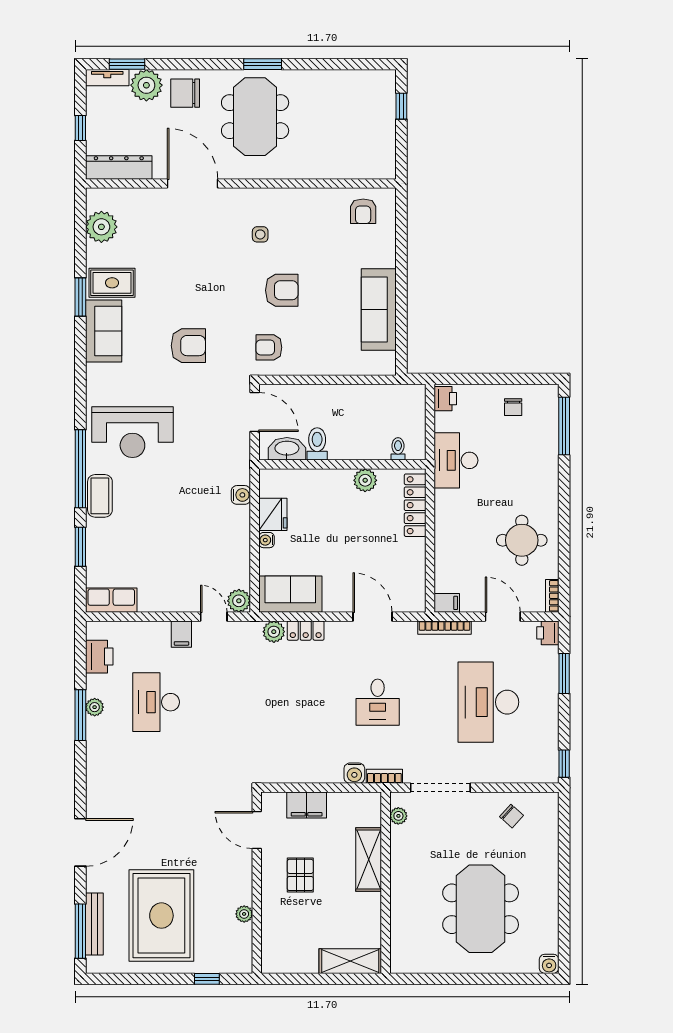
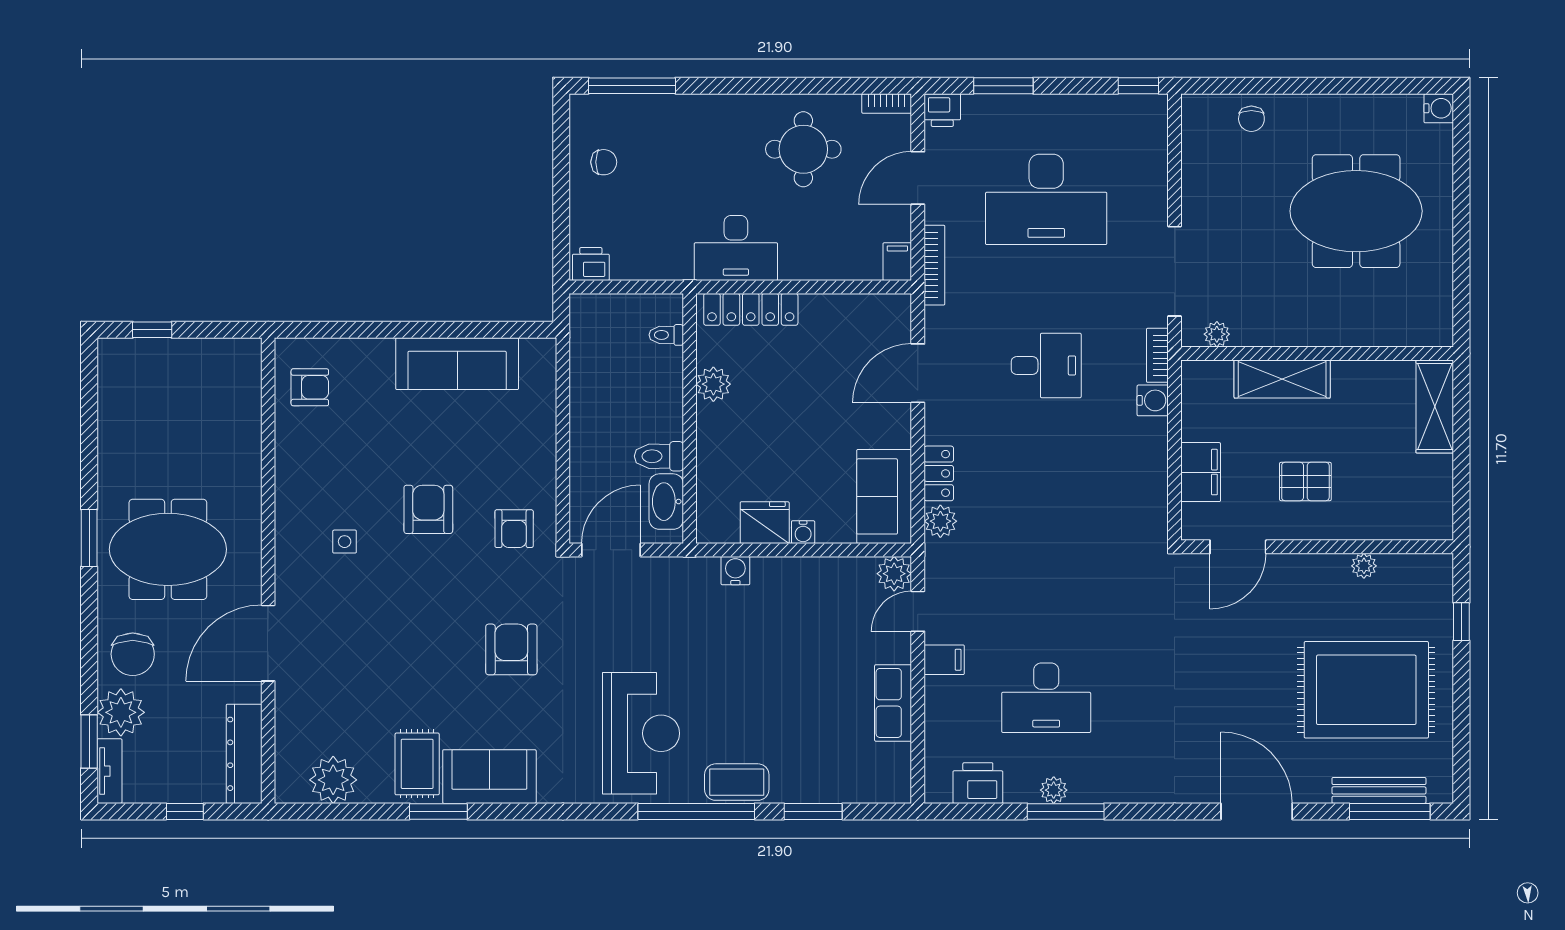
desk: (456, 460) -> (736, 248), moved
row of seats: (111, 600) -> (893, 703), moved
chair: (512, 816) -> (1251, 119), moved, turned 138

